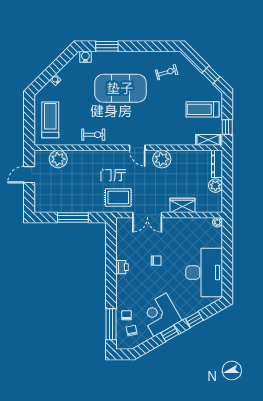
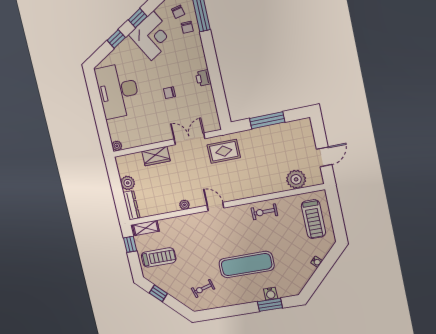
water cooler: (85, 57) -> (271, 294), moved
exercise mat: (120, 88) -> (247, 265), width x0.68
plant: (162, 159) -> (184, 205), width x0.53, depth x0.53

